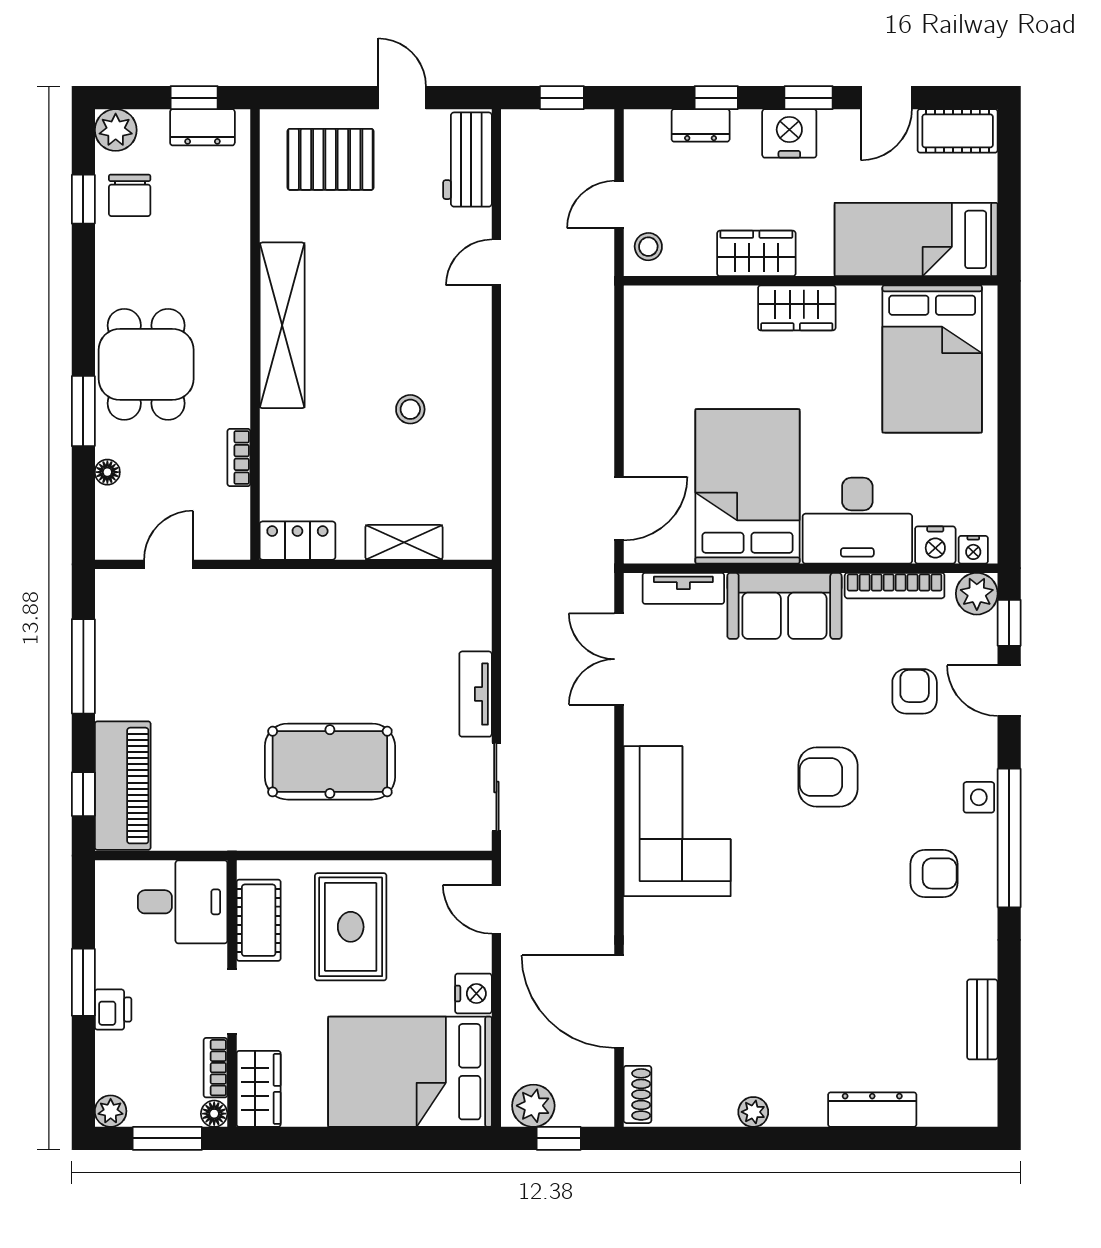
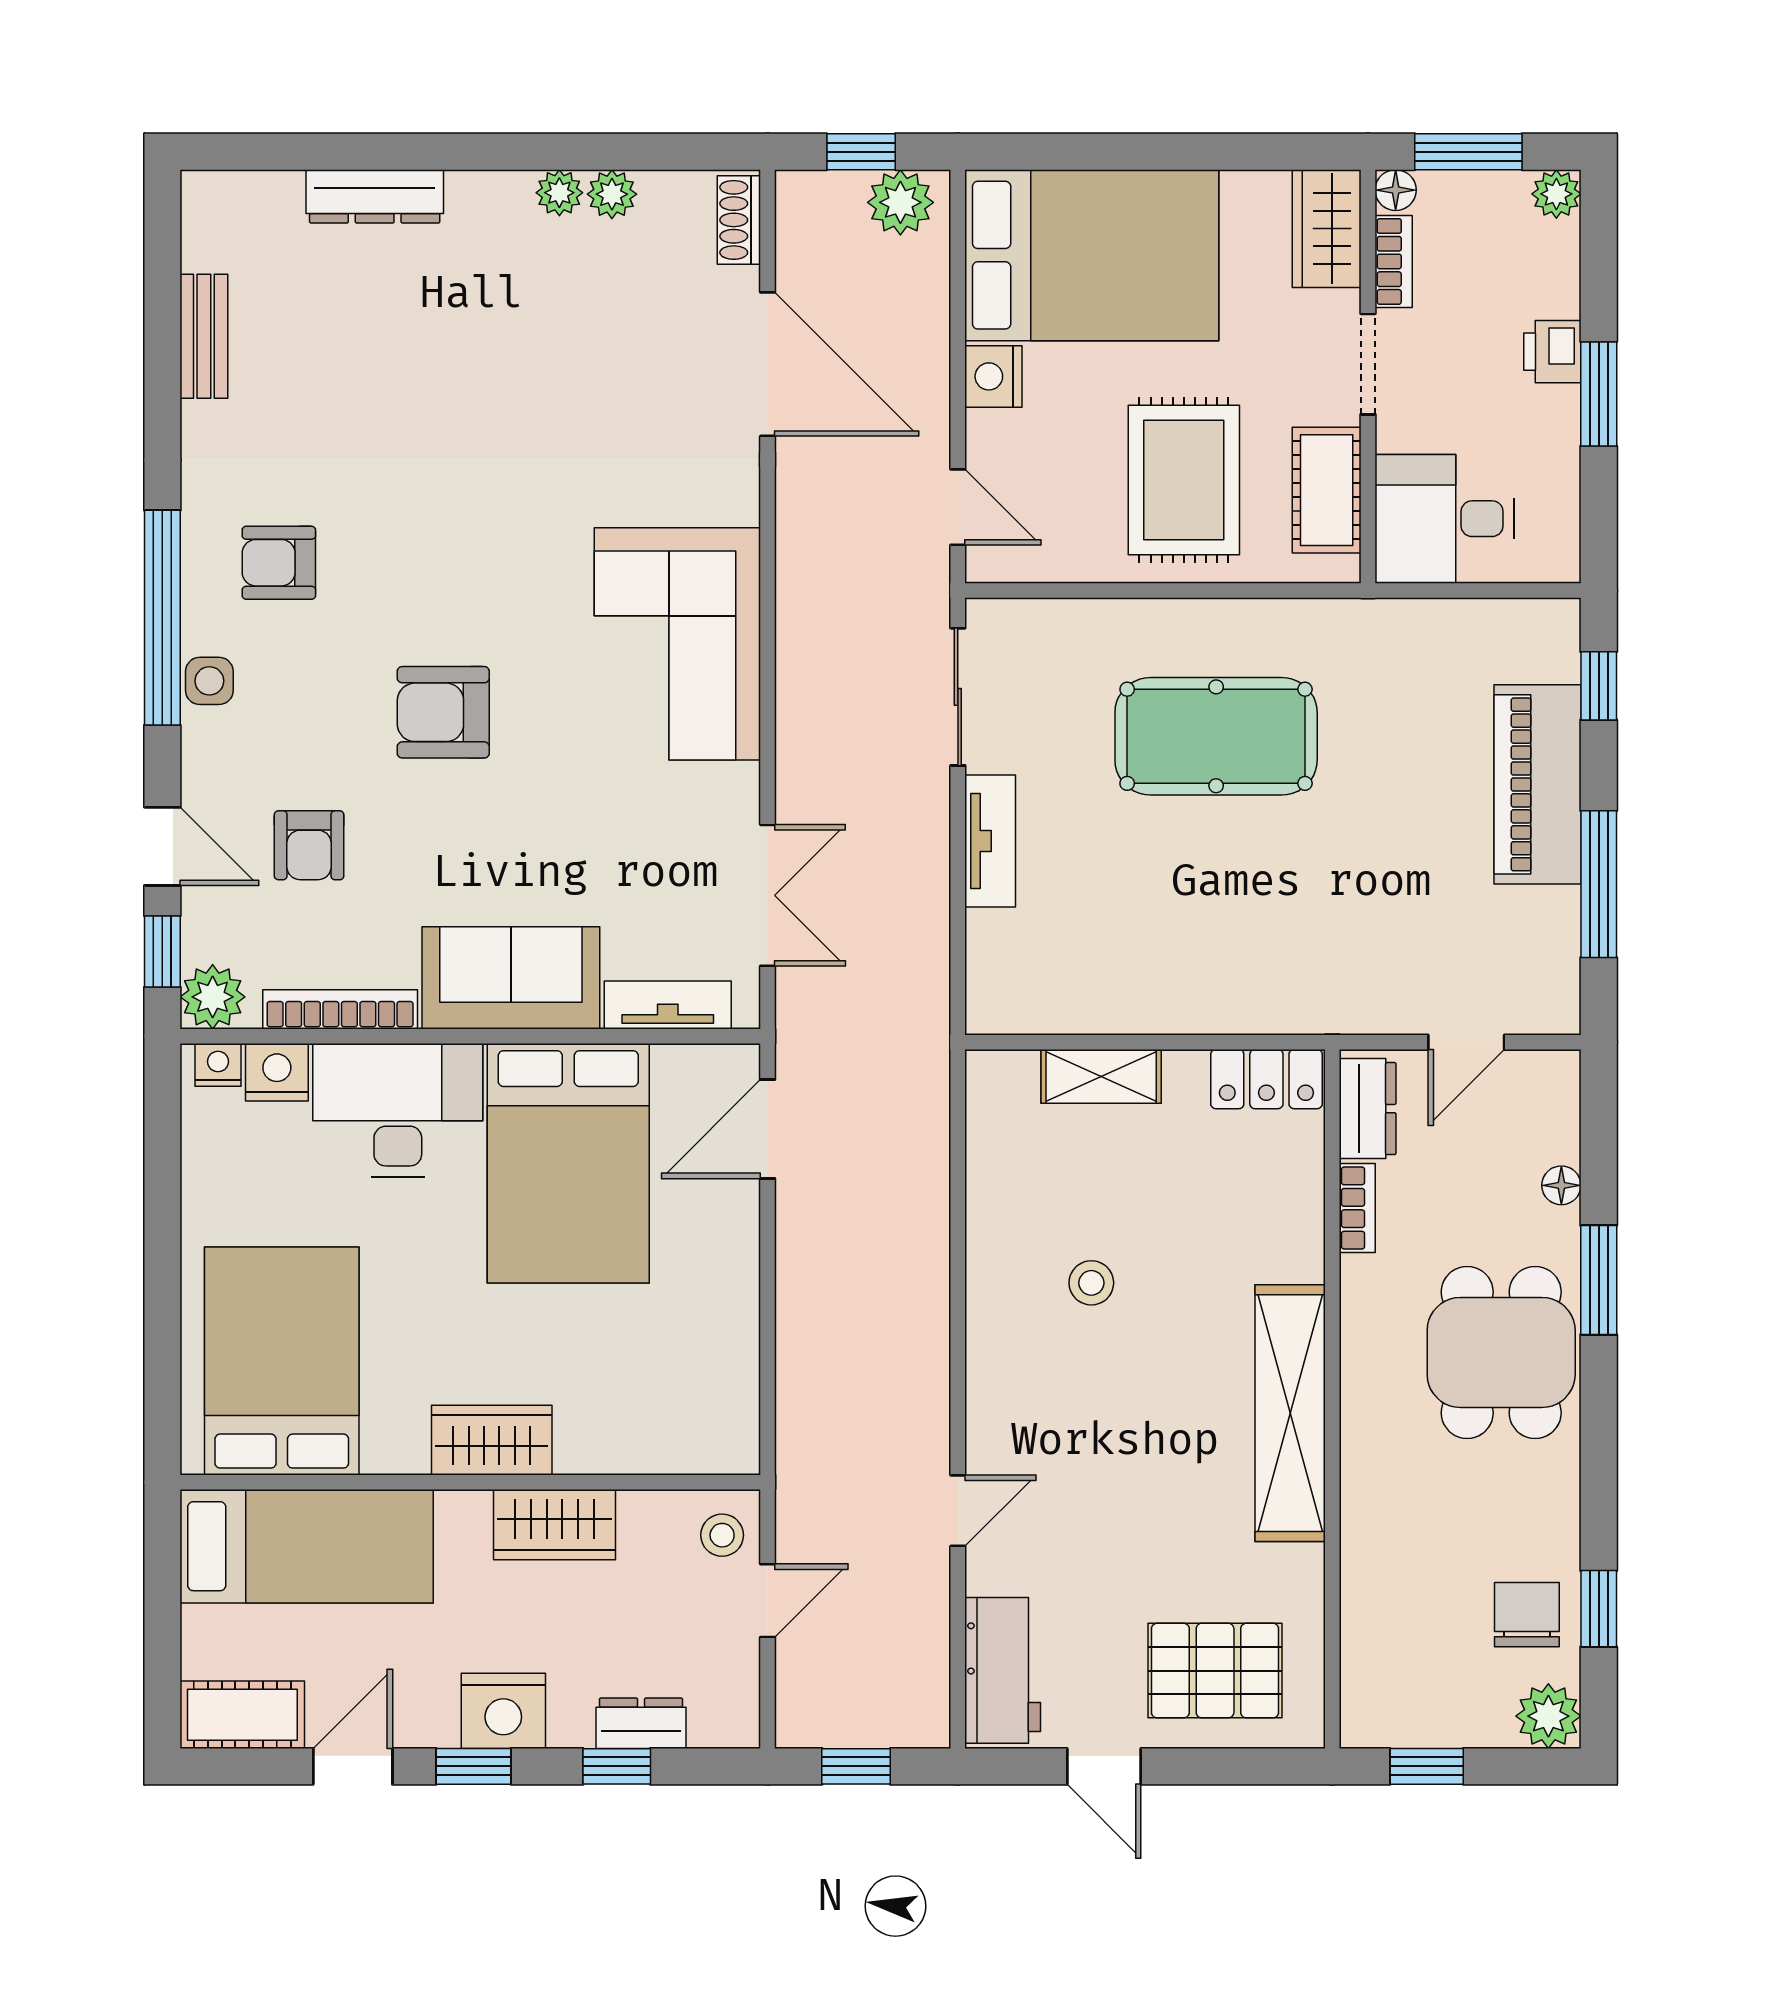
dresser: (202, 127) -> (1368, 1109), moved, turned 90
armchair: (828, 777) -> (443, 712), turned 180
piano: (123, 786) -> (1537, 784), moved
plant: (719, 1111) -> (612, 194), added

